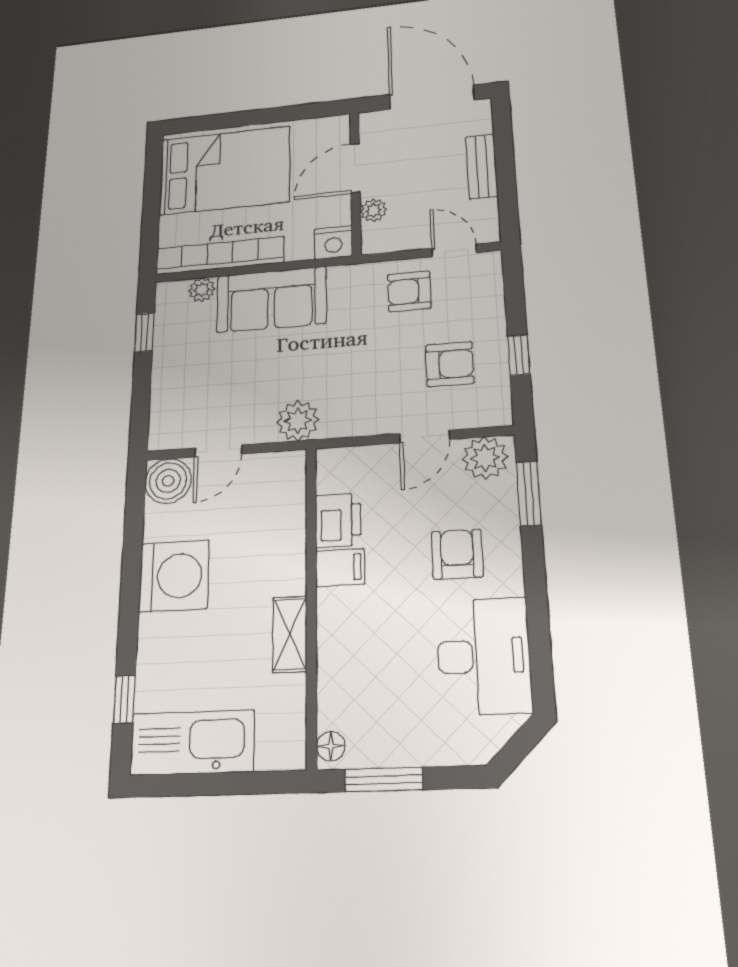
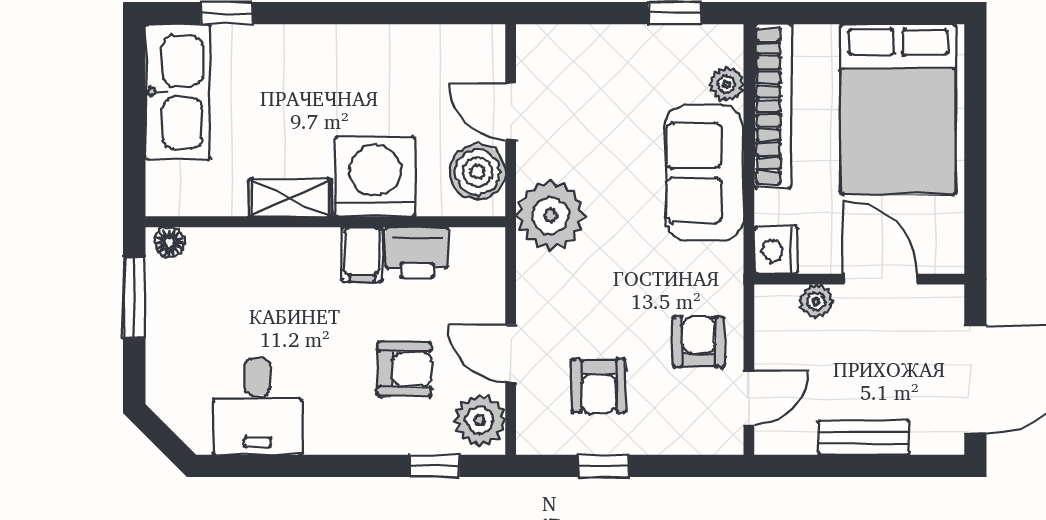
plant: (298, 421) -> (551, 215), width x1.36, depth x1.36
boiler: (168, 481) -> (478, 172), moved
window: (529, 494) -> (434, 466), width x0.67
armchair: (457, 554) -> (404, 369), moved
washing machine: (174, 576) -> (375, 177), moved, turned 180
desk: (484, 656) -> (257, 407), width x0.73

